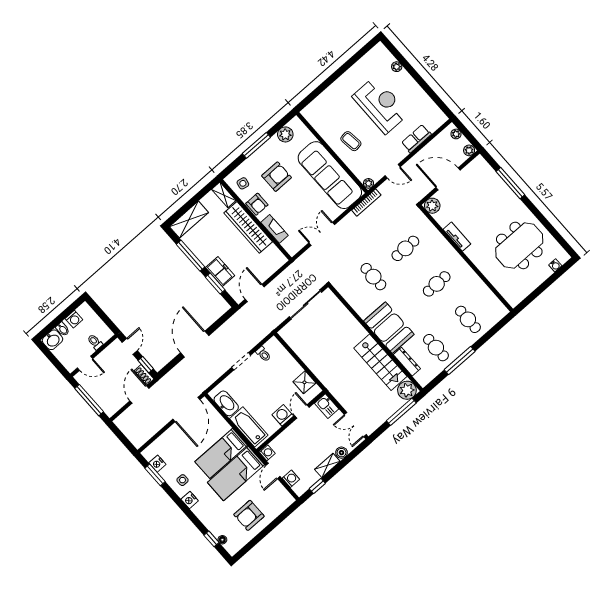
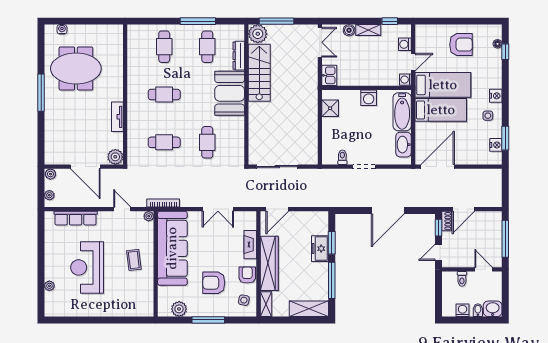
row of seats: (416, 139) -> (76, 218), width x1.48
window: (510, 183) -> (41, 93), moved
door: (255, 293) -> (277, 209), moved
door: (302, 412) -> (352, 88), removed

